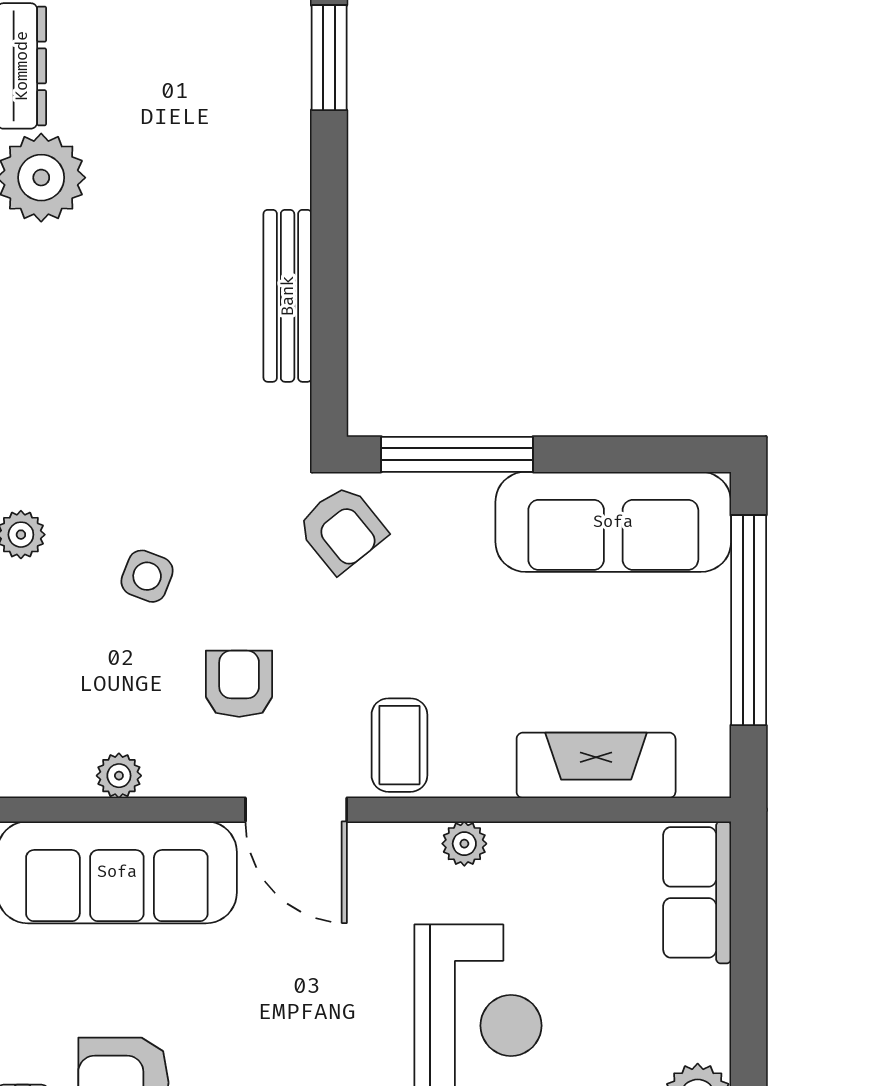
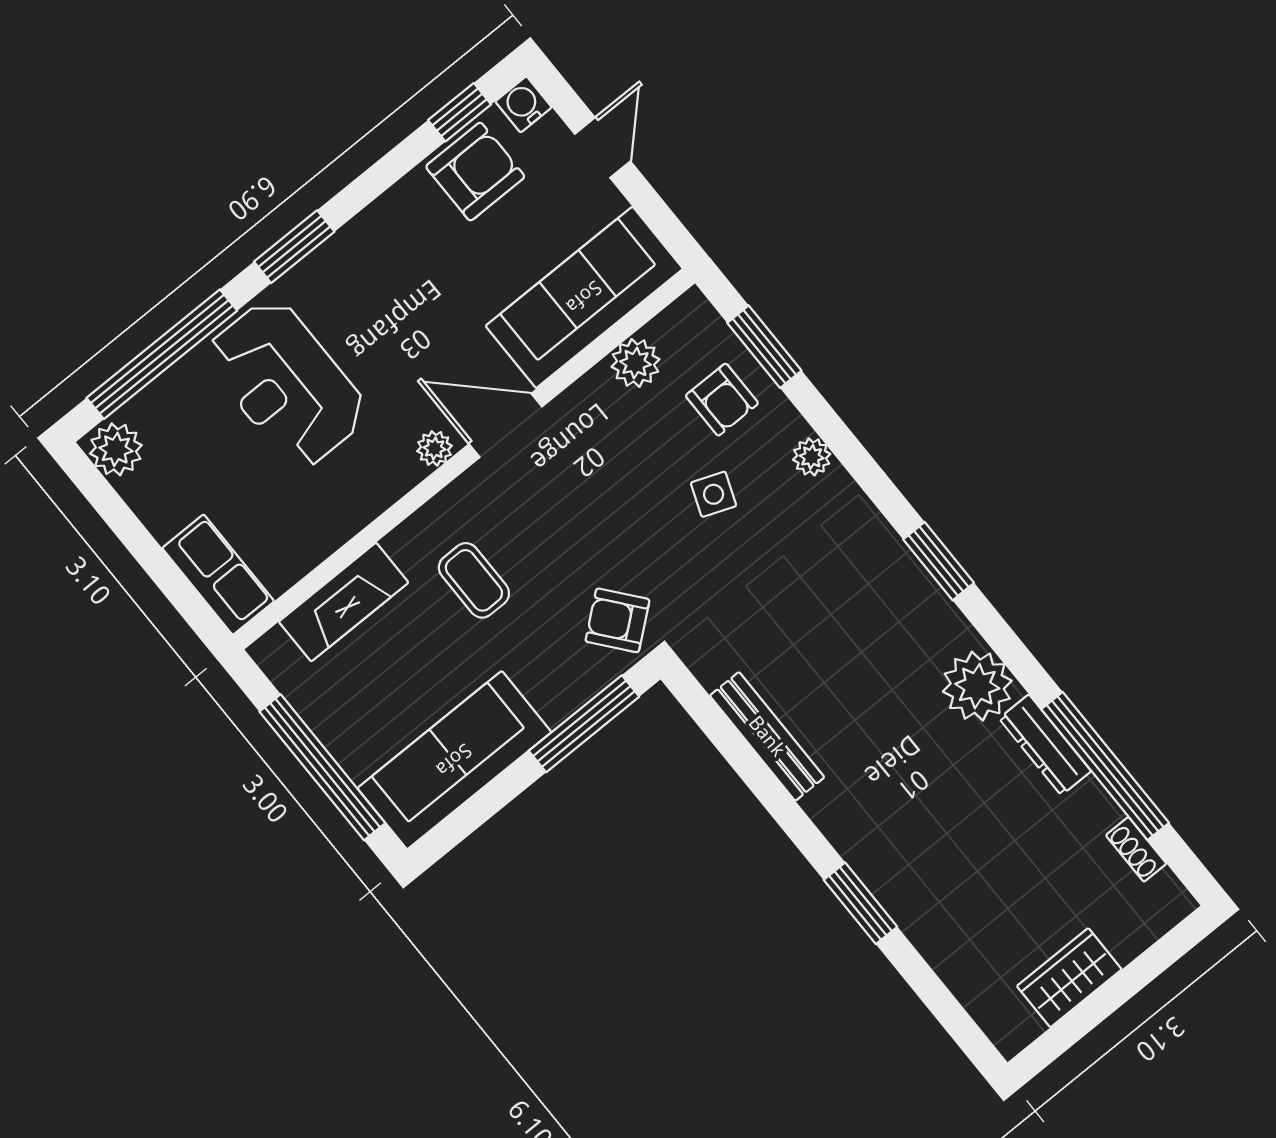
armchair: (239, 684) -> (722, 400), moved
coffee table: (399, 745) -> (474, 580), moved
plant: (119, 776) -> (635, 363), width x1.38, depth x1.38
plant: (464, 844) -> (435, 448), moved

